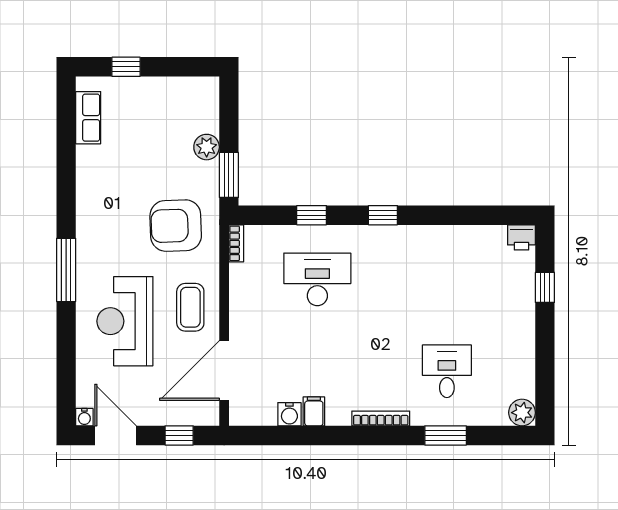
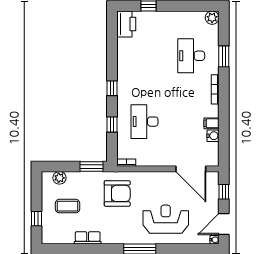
row of seats: (88, 118) -> (88, 238), moved
plant: (207, 147) -> (59, 178), moved
armchair: (176, 226) -> (117, 193), turned -88
printer: (521, 237) -> (126, 24), width x1.87, depth x1.48
coffee table: (190, 307) -> (68, 206), moved
reception desk: (125, 321) -> (166, 219), turned 180
desk: (447, 371) -> (191, 56), width x1.37

